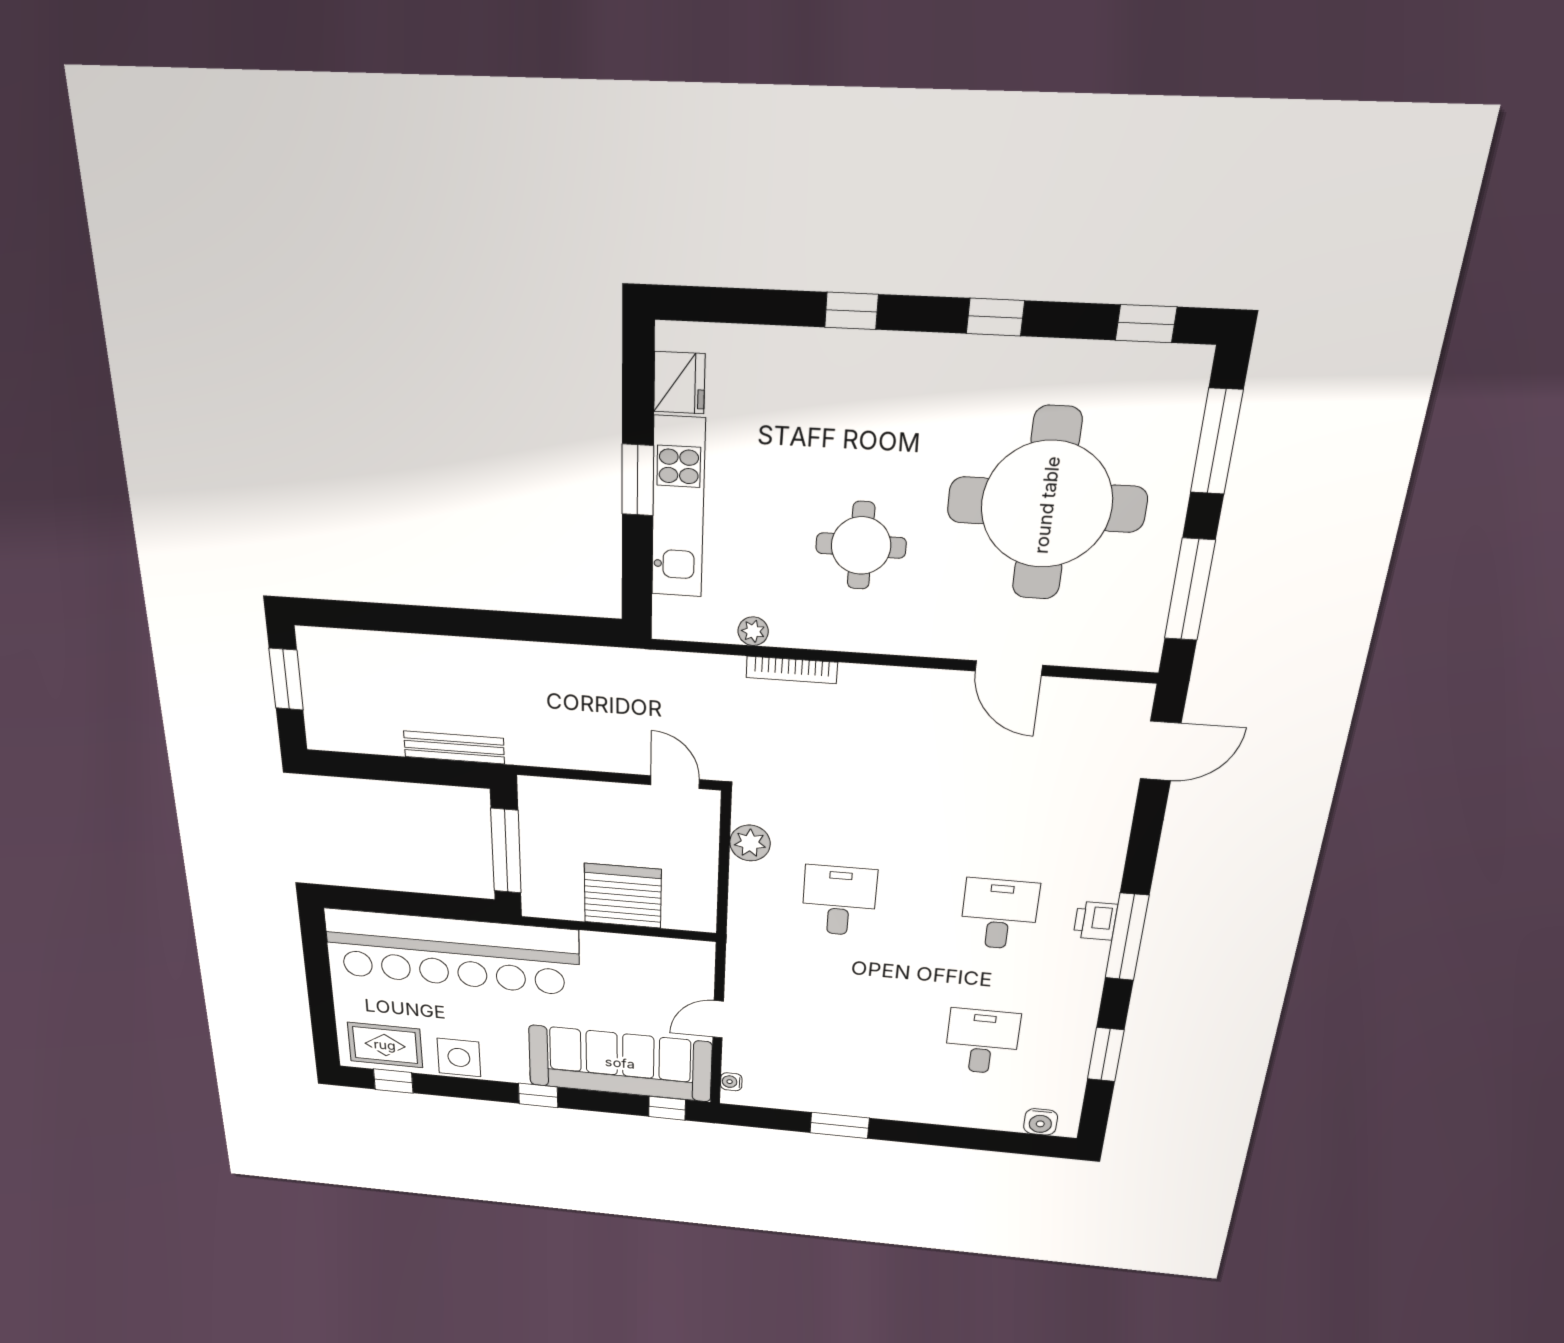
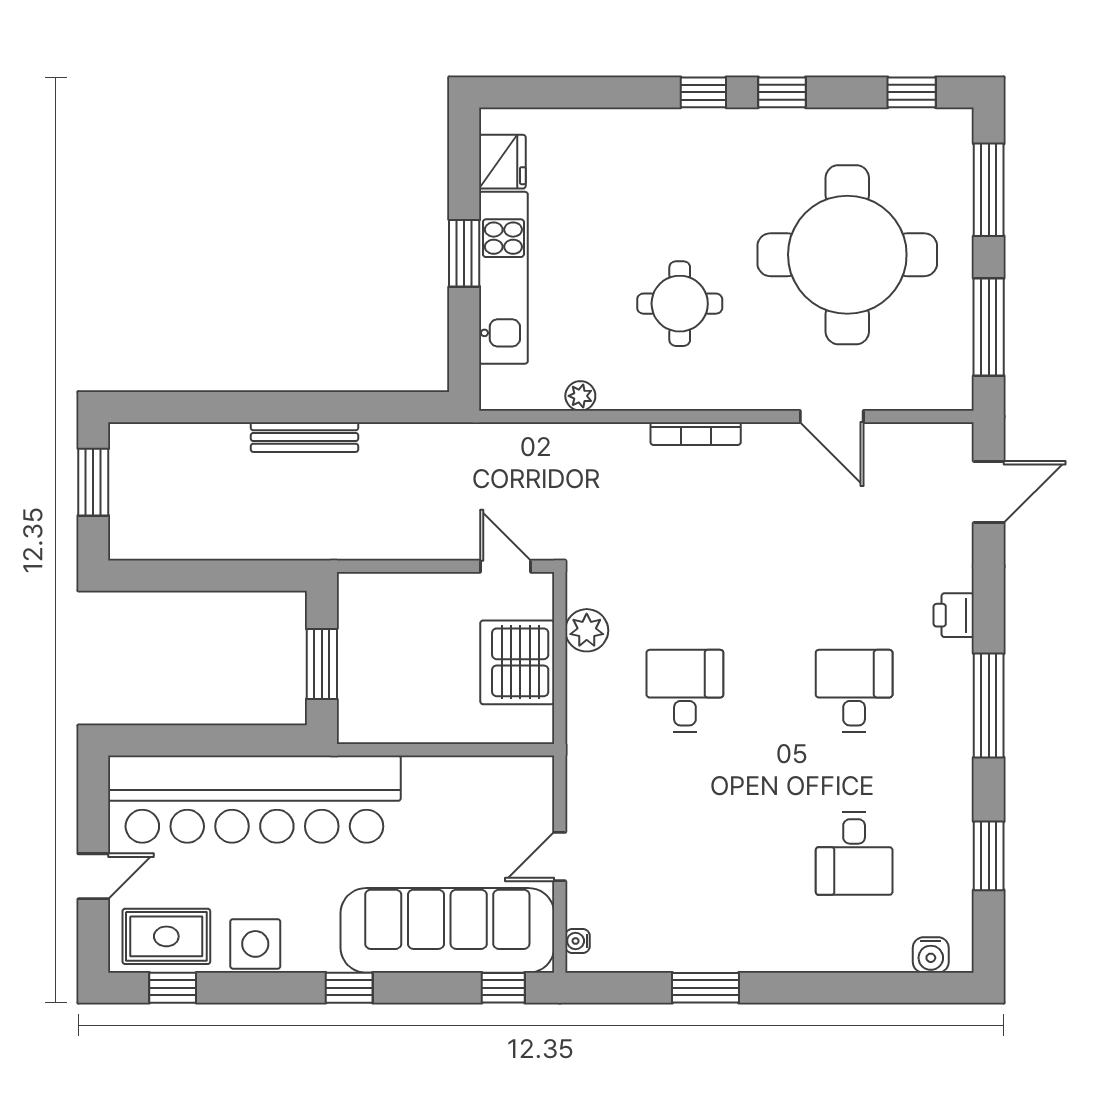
window: (852, 311) -> (703, 92), moved
bookcase: (792, 670) -> (696, 434), moved
bench: (454, 747) -> (304, 437), moved
window: (506, 851) -> (322, 664), width x0.69
server rack: (623, 896) -> (517, 662), moved, turned -90
printer: (1095, 921) -> (954, 615), moved
door: (321, 997) -> (93, 876), added
desk: (982, 1042) -> (854, 854), turned 180

